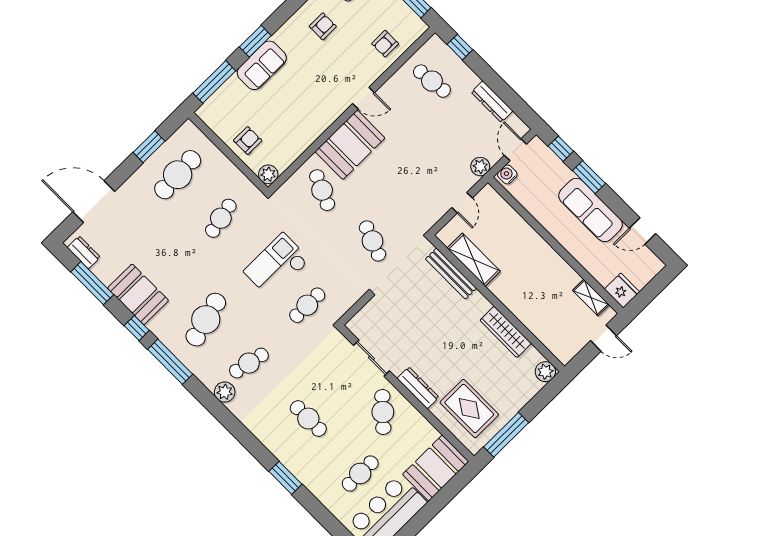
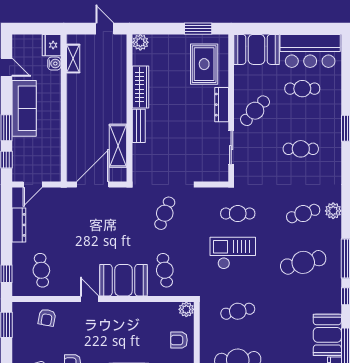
armchair: (385, 44) -> (47, 318), turned 100
plant: (480, 167) -> (62, 195), removed
water cooler: (507, 174) -> (54, 64), moved, turned -90
cafe table: (322, 190) -> (165, 270), turned -33
door: (462, 203) -> (93, 184), width x1.87
checkout: (277, 266) -> (233, 253), turned 180
bench: (451, 274) -> (139, 126), moved, width x0.73
booth: (138, 294) -> (327, 335), moved
door: (604, 338) -> (105, 29), moved
cafe table: (249, 363) -> (303, 214), turned -30
cafe table: (308, 419) -> (301, 149), turned 90
window: (506, 435) -> (198, 29), width x0.69

